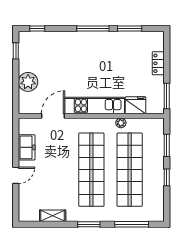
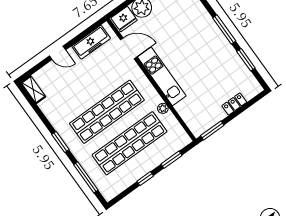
fridge: (136, 105) -> (124, 19), moved, turned 90
freezer: (27, 147) -> (91, 42), width x1.40
shelving: (53, 216) -> (33, 90), moved

